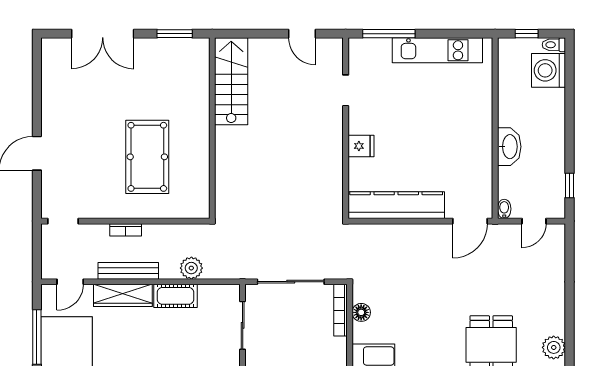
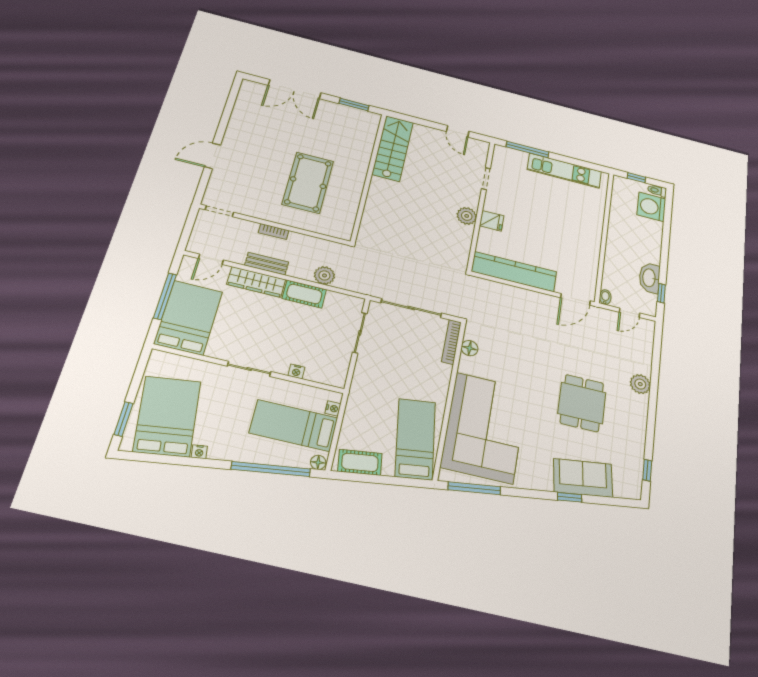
washbasin: (509, 147) -> (649, 278), moved, turned 180
plant: (332, 148) -> (467, 216), added
bench: (128, 271) -> (267, 264), width x0.73
plant: (554, 347) -> (640, 384), moved

